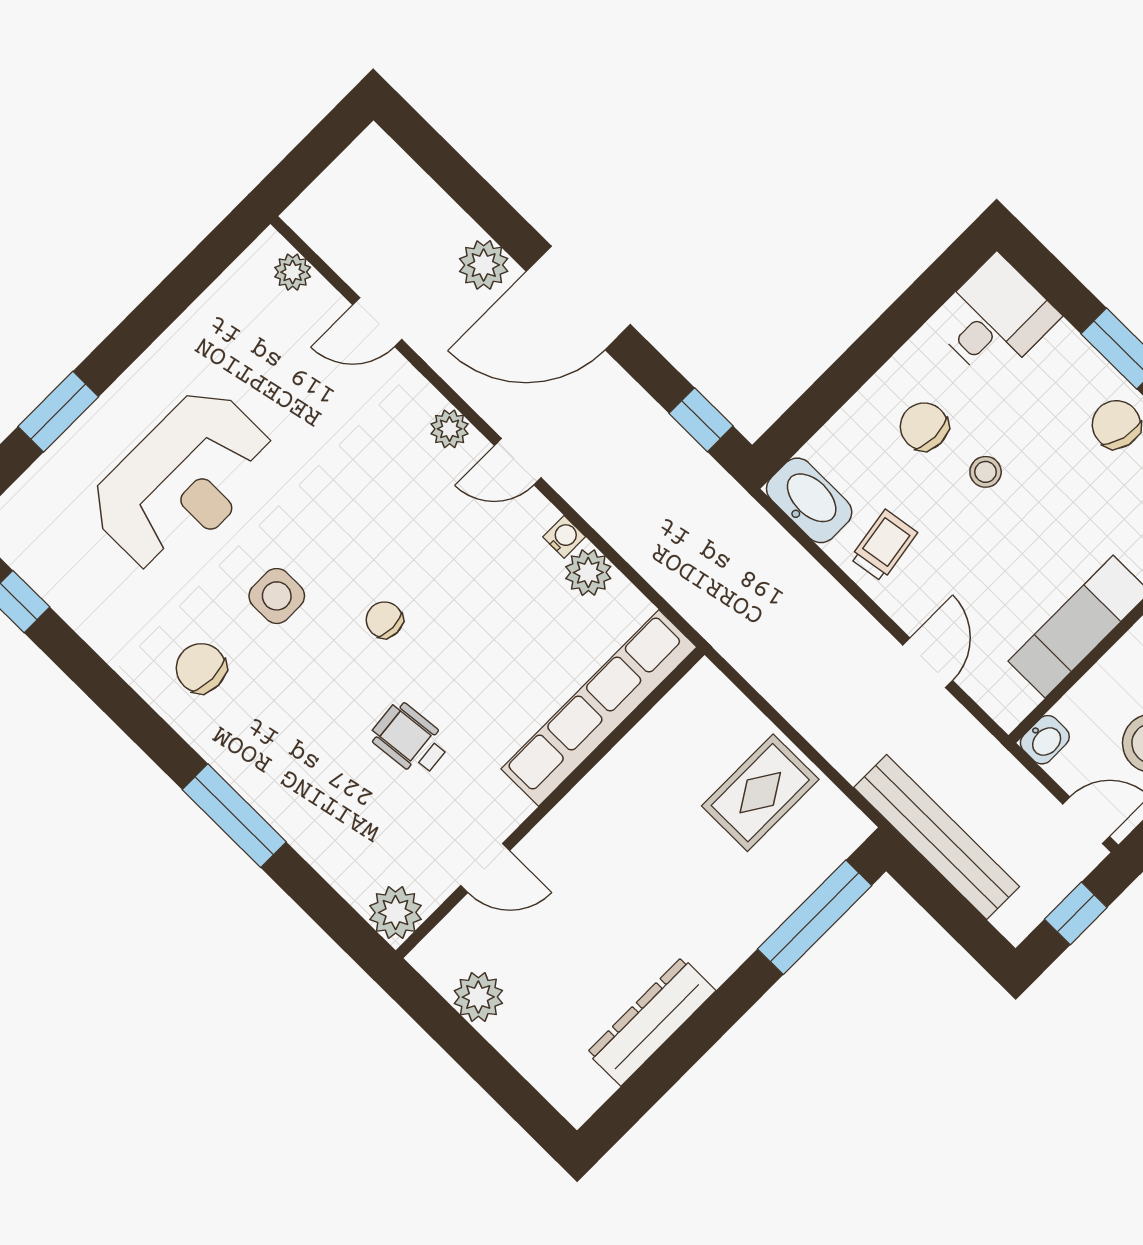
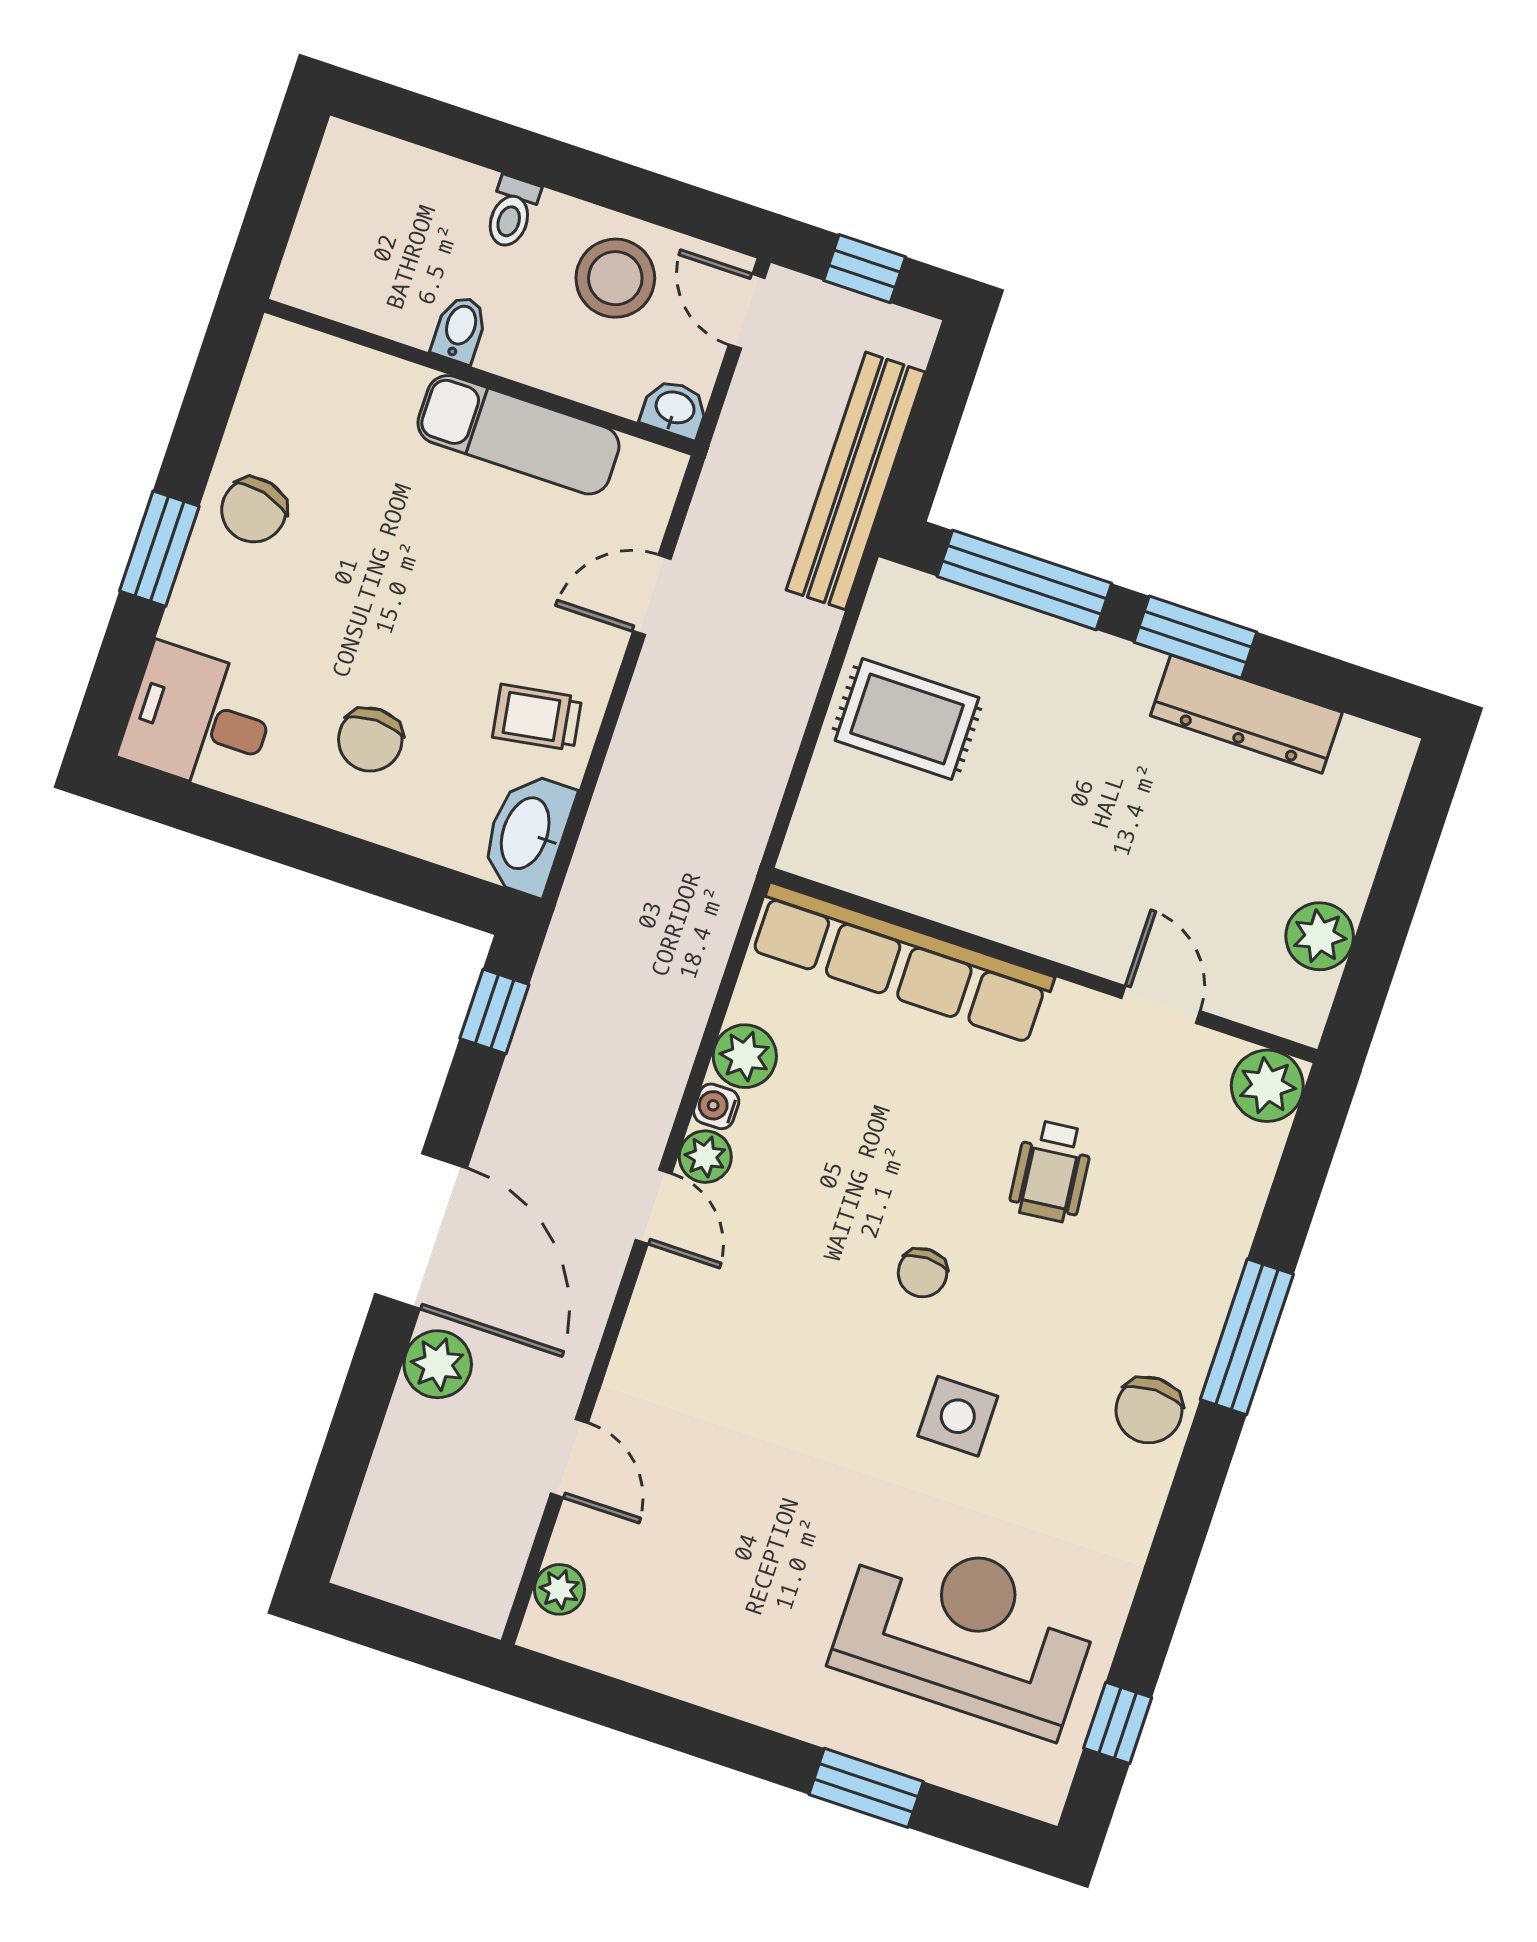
plant: (450, 429) -> (705, 1157), moved
stool: (986, 472) -> (388, 639), removed
reception desk: (183, 481) -> (966, 1632), moved
chair: (201, 668) -> (1149, 1410), moved
window: (720, 1013) -> (1195, 637), added

